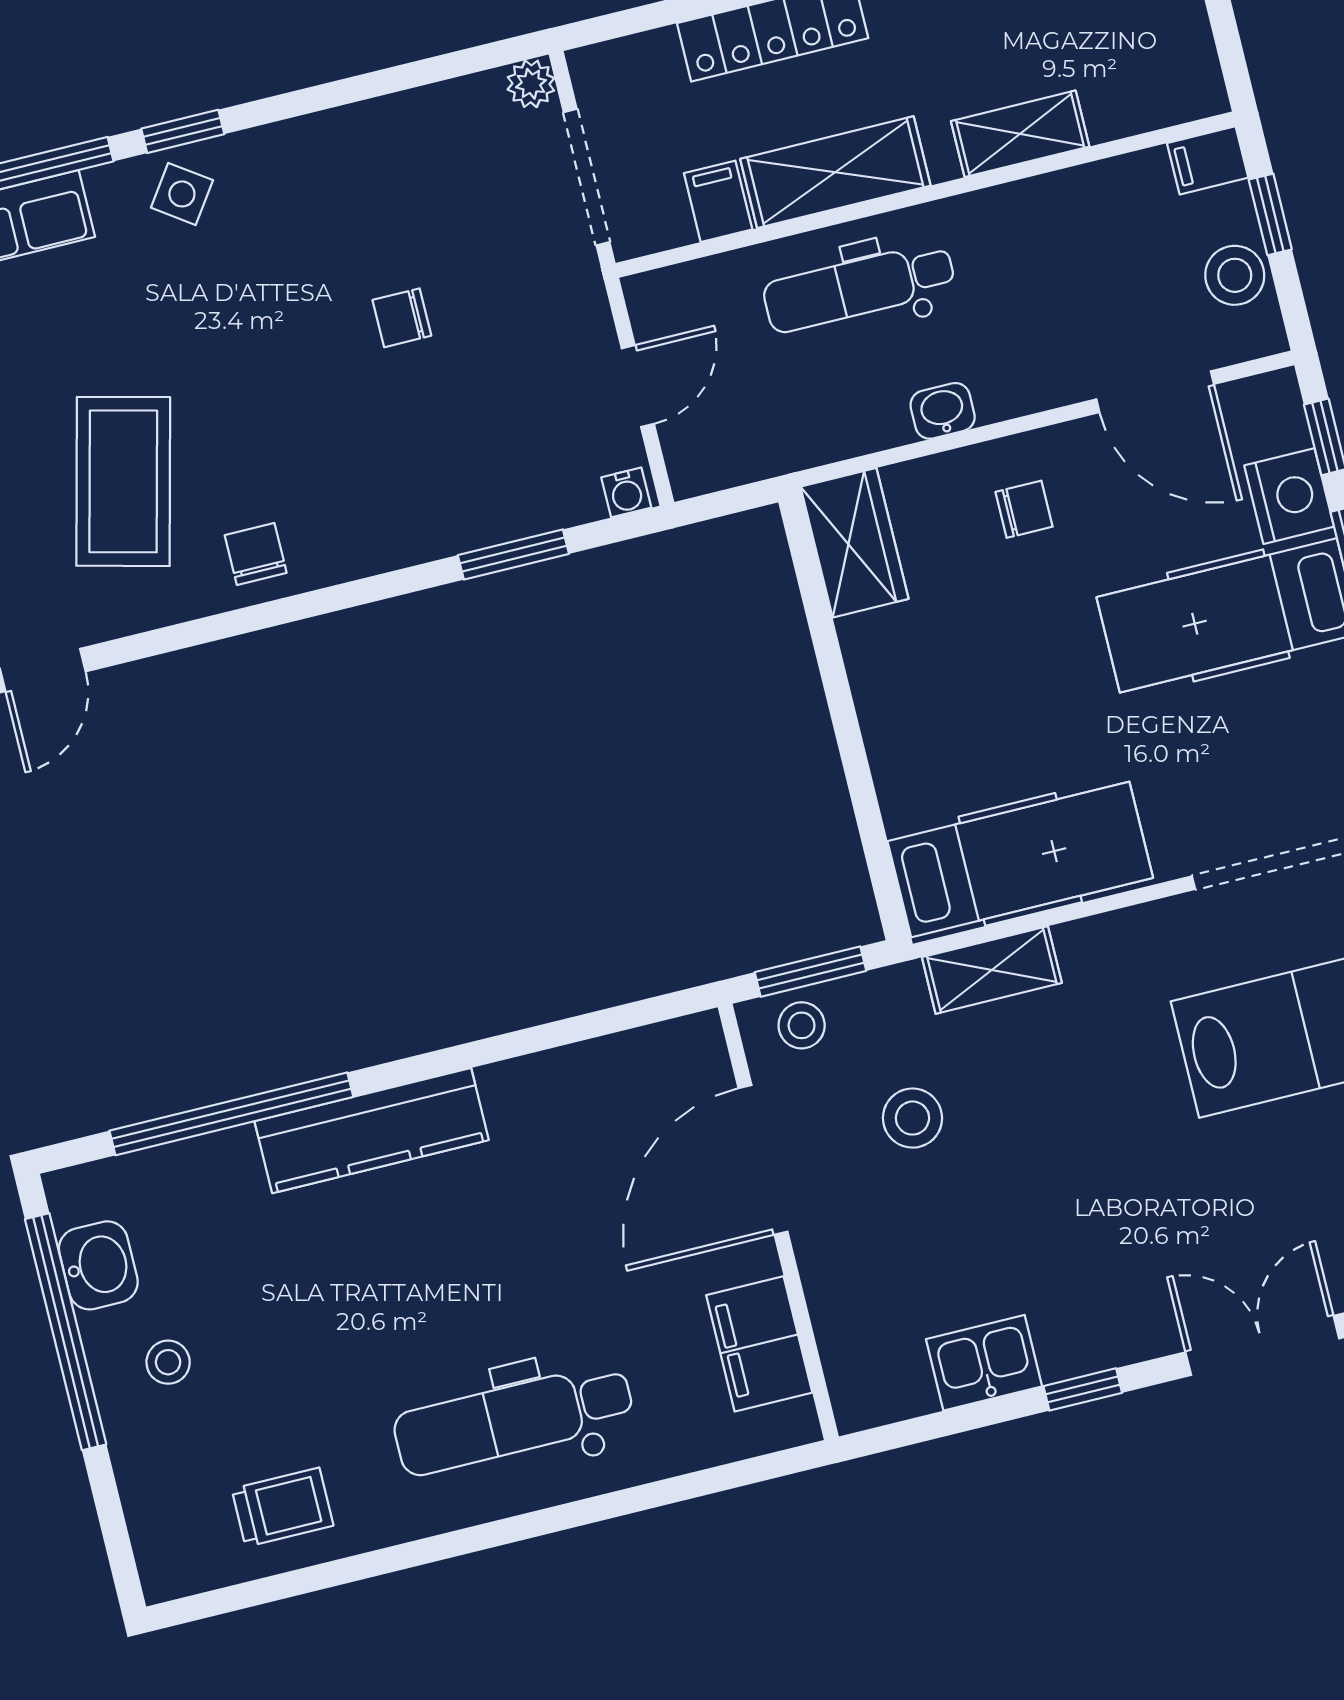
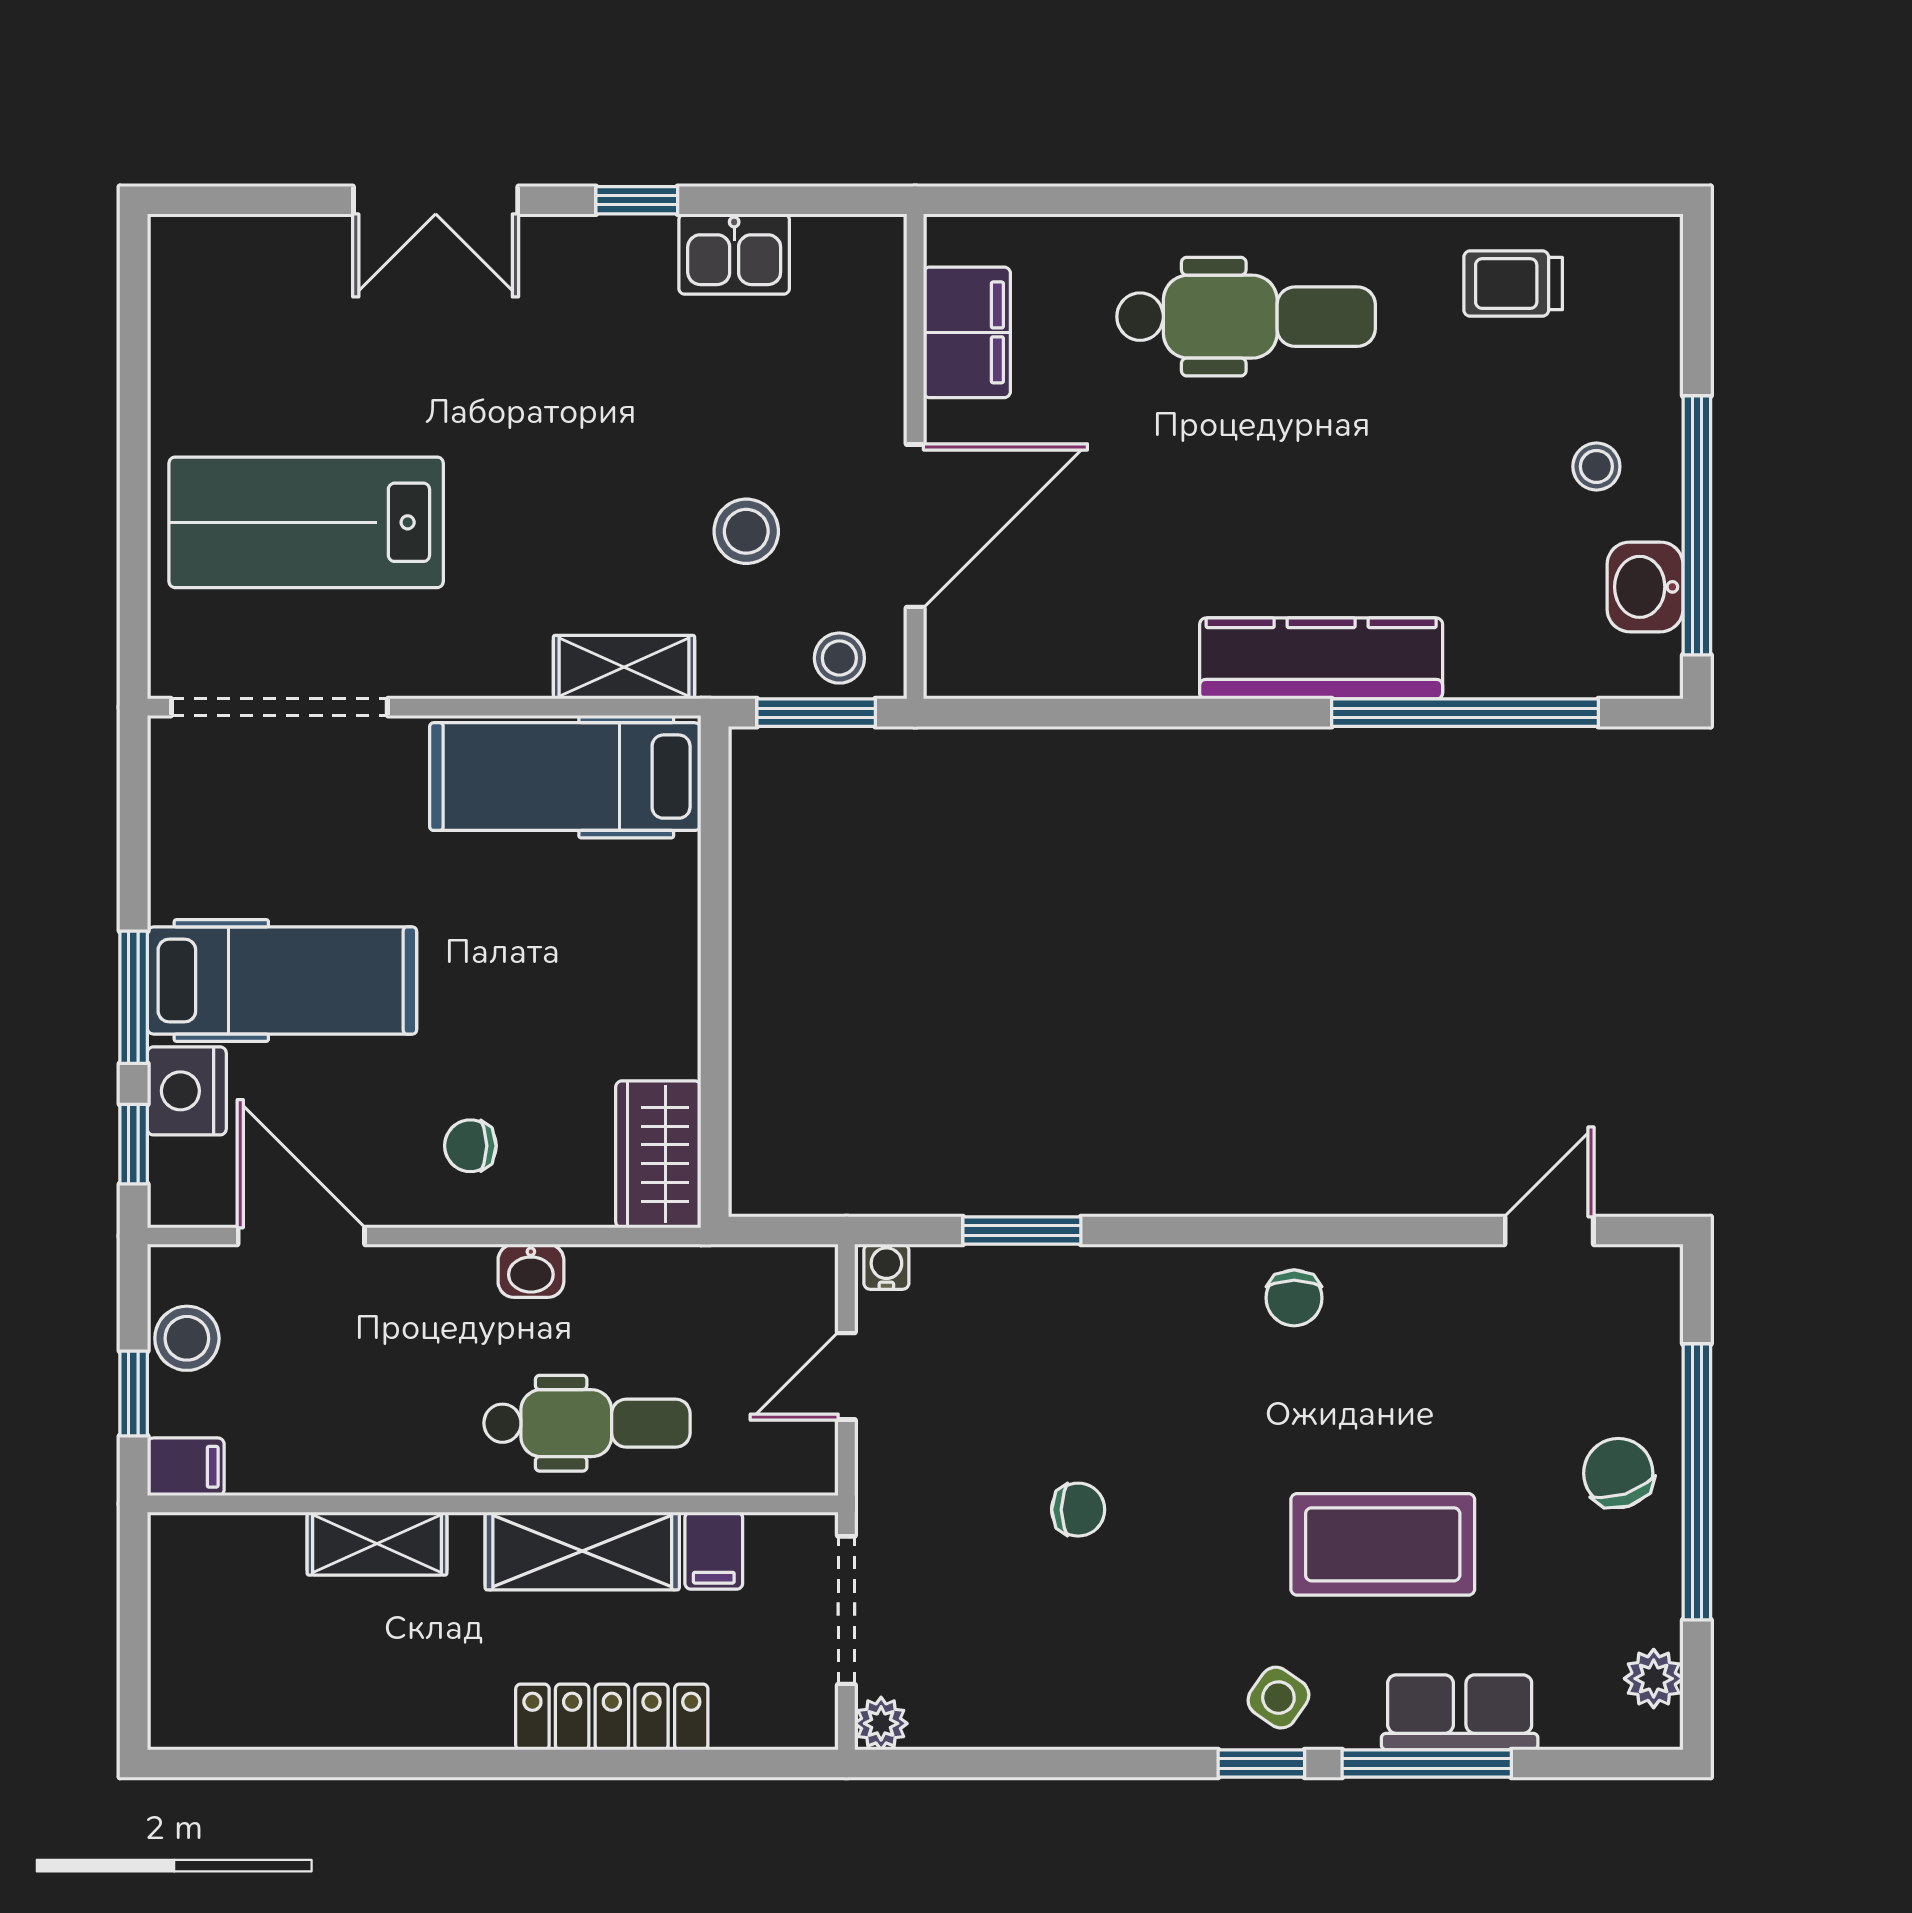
coffee table: (123, 481) -> (1383, 1544), moved, turned 76

